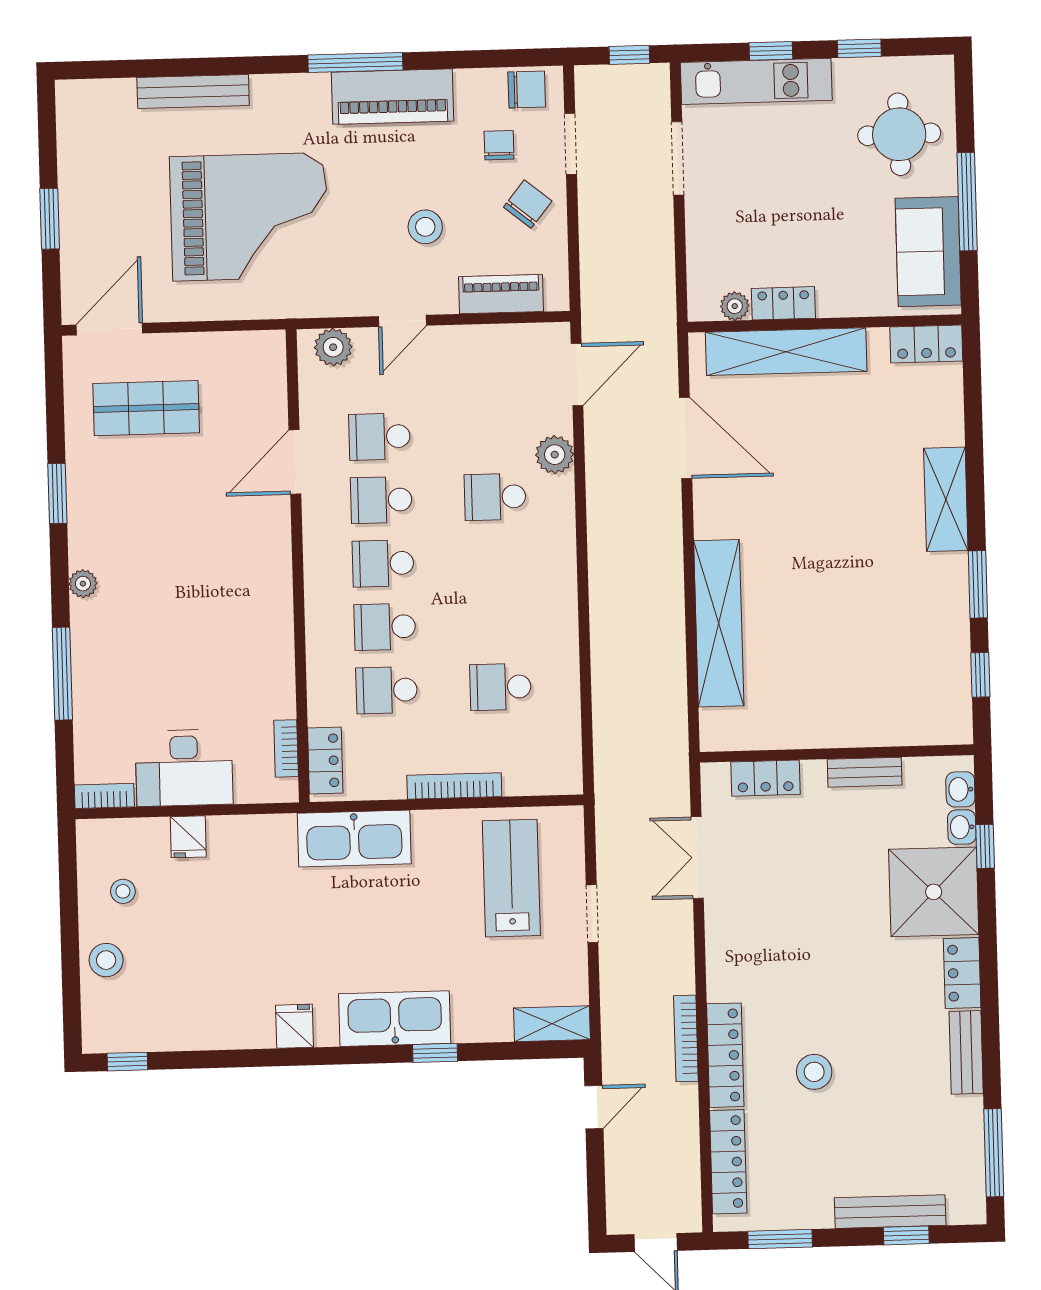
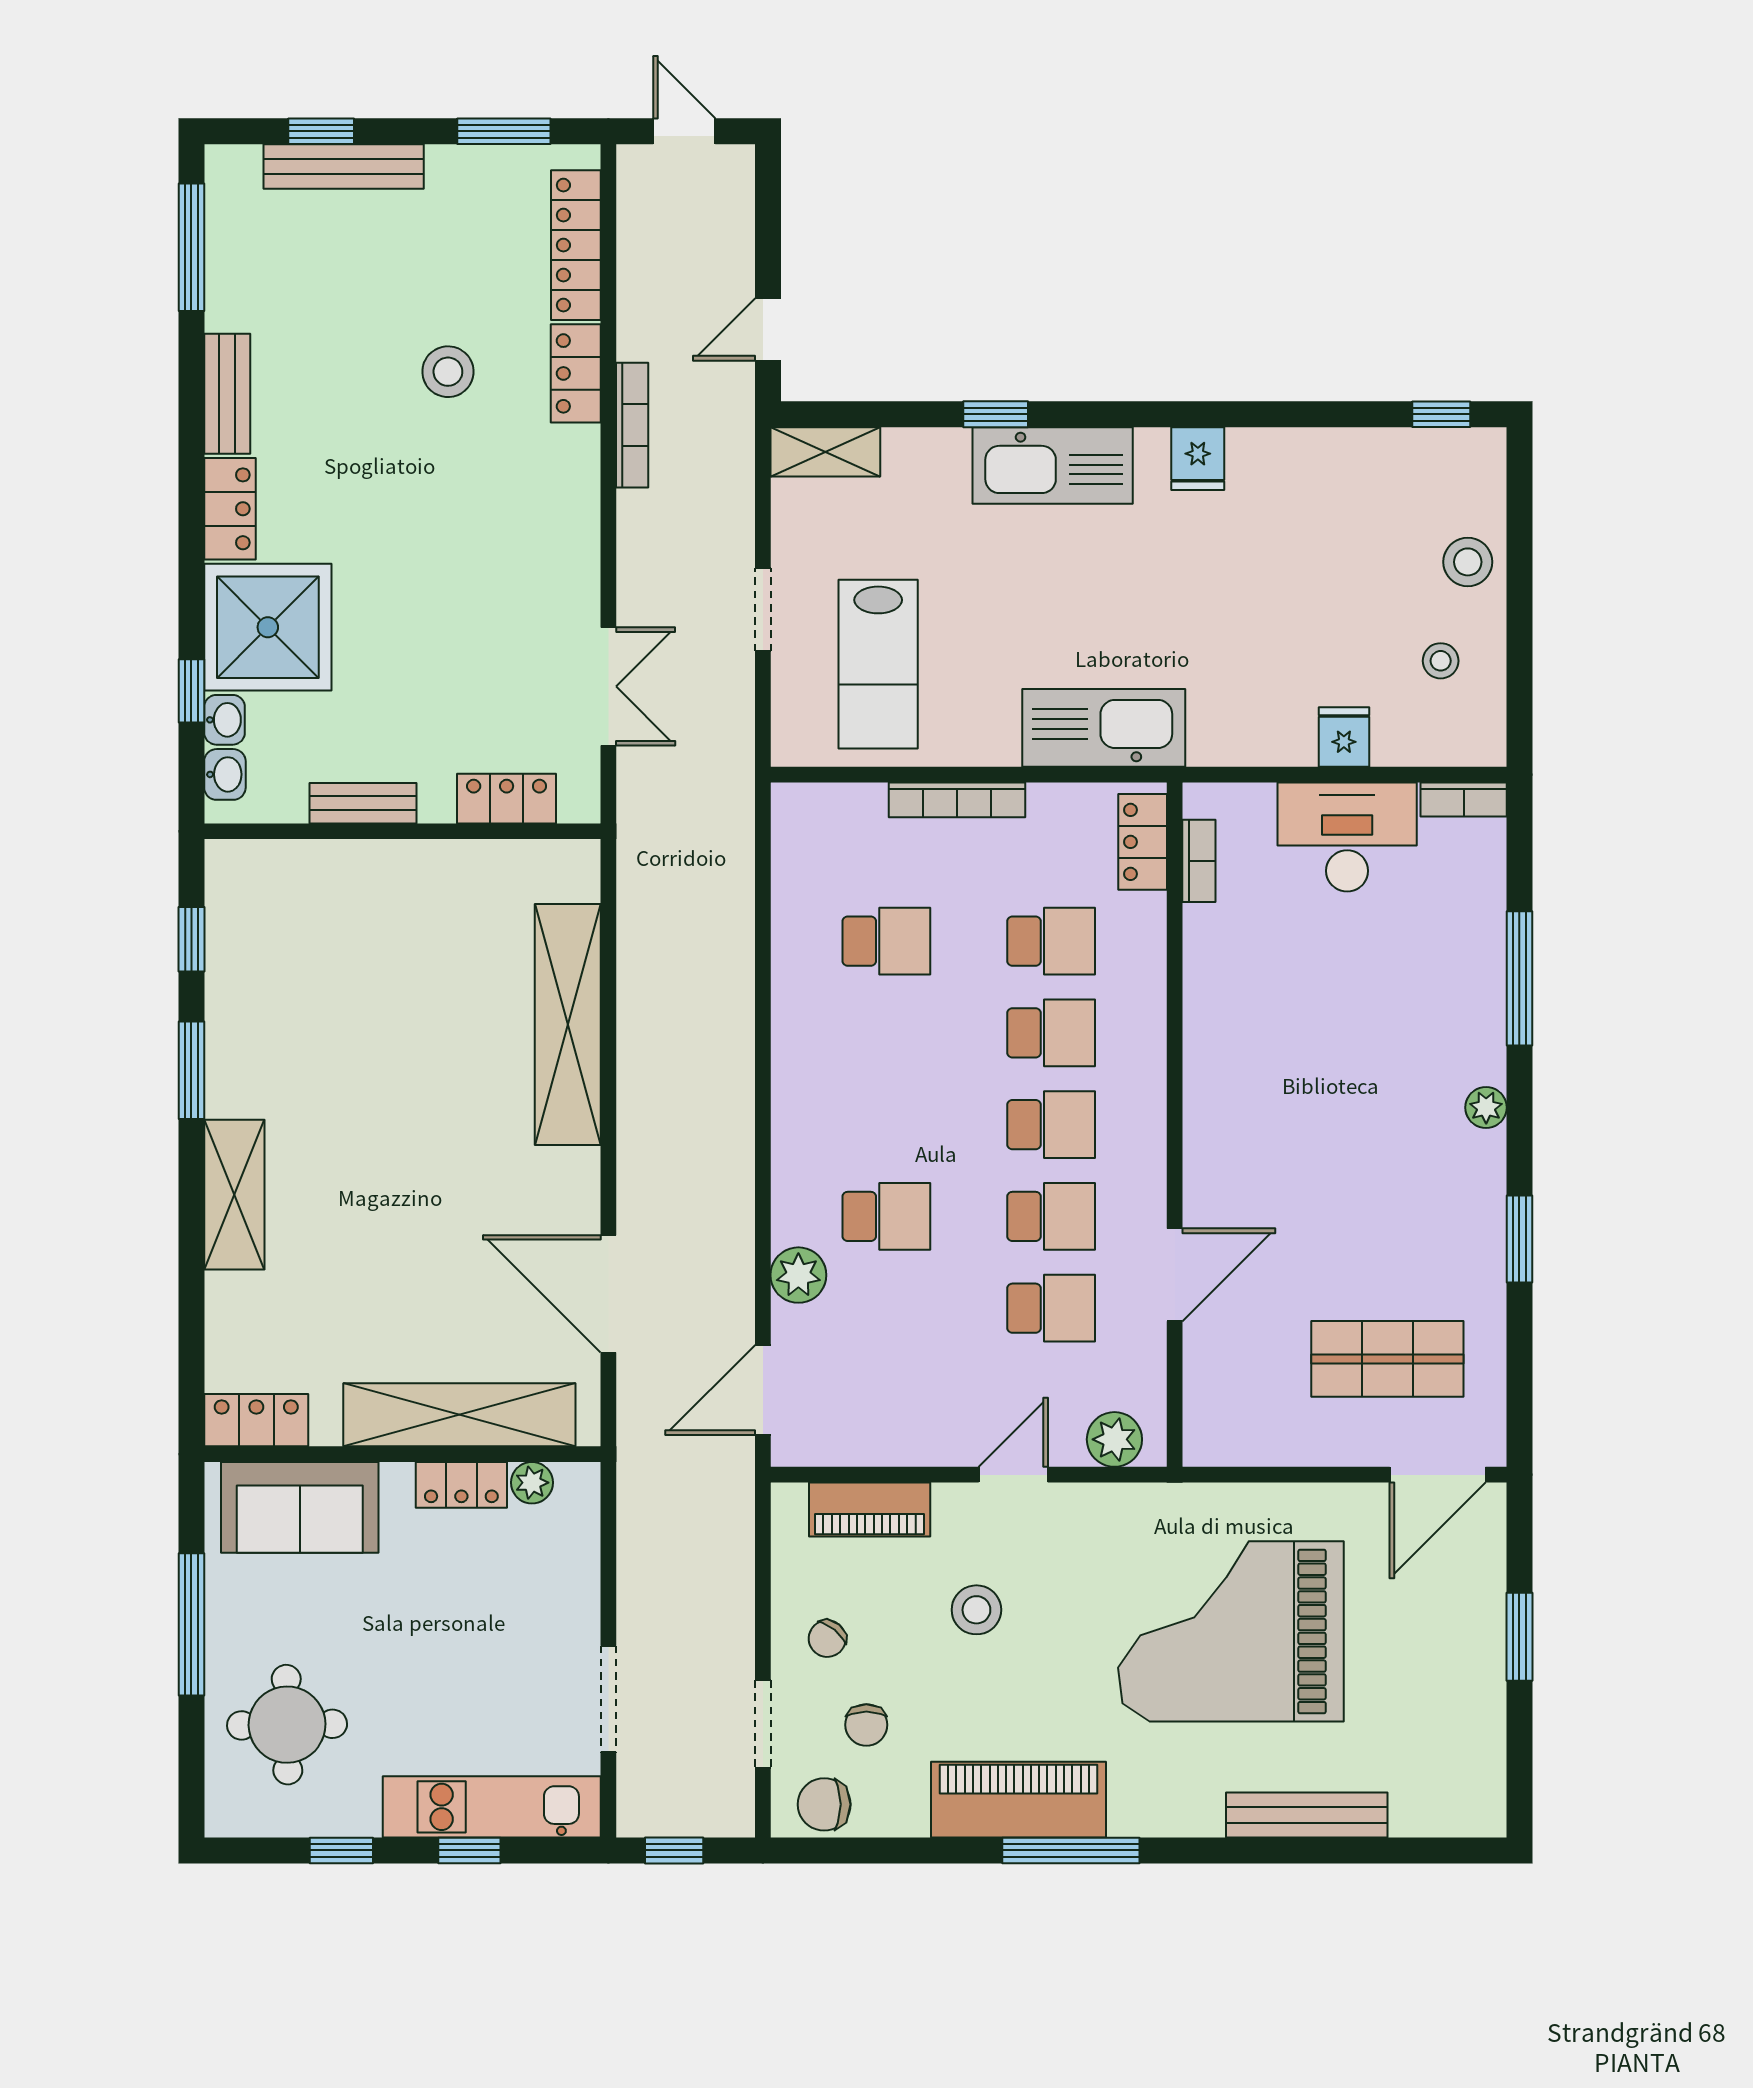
chair: (528, 204) -> (827, 1639), width x0.73, depth x0.73
sofa: (928, 252) -> (300, 1507), moved, turned 90
locker: (725, 1055) -> (576, 373), width x0.66

